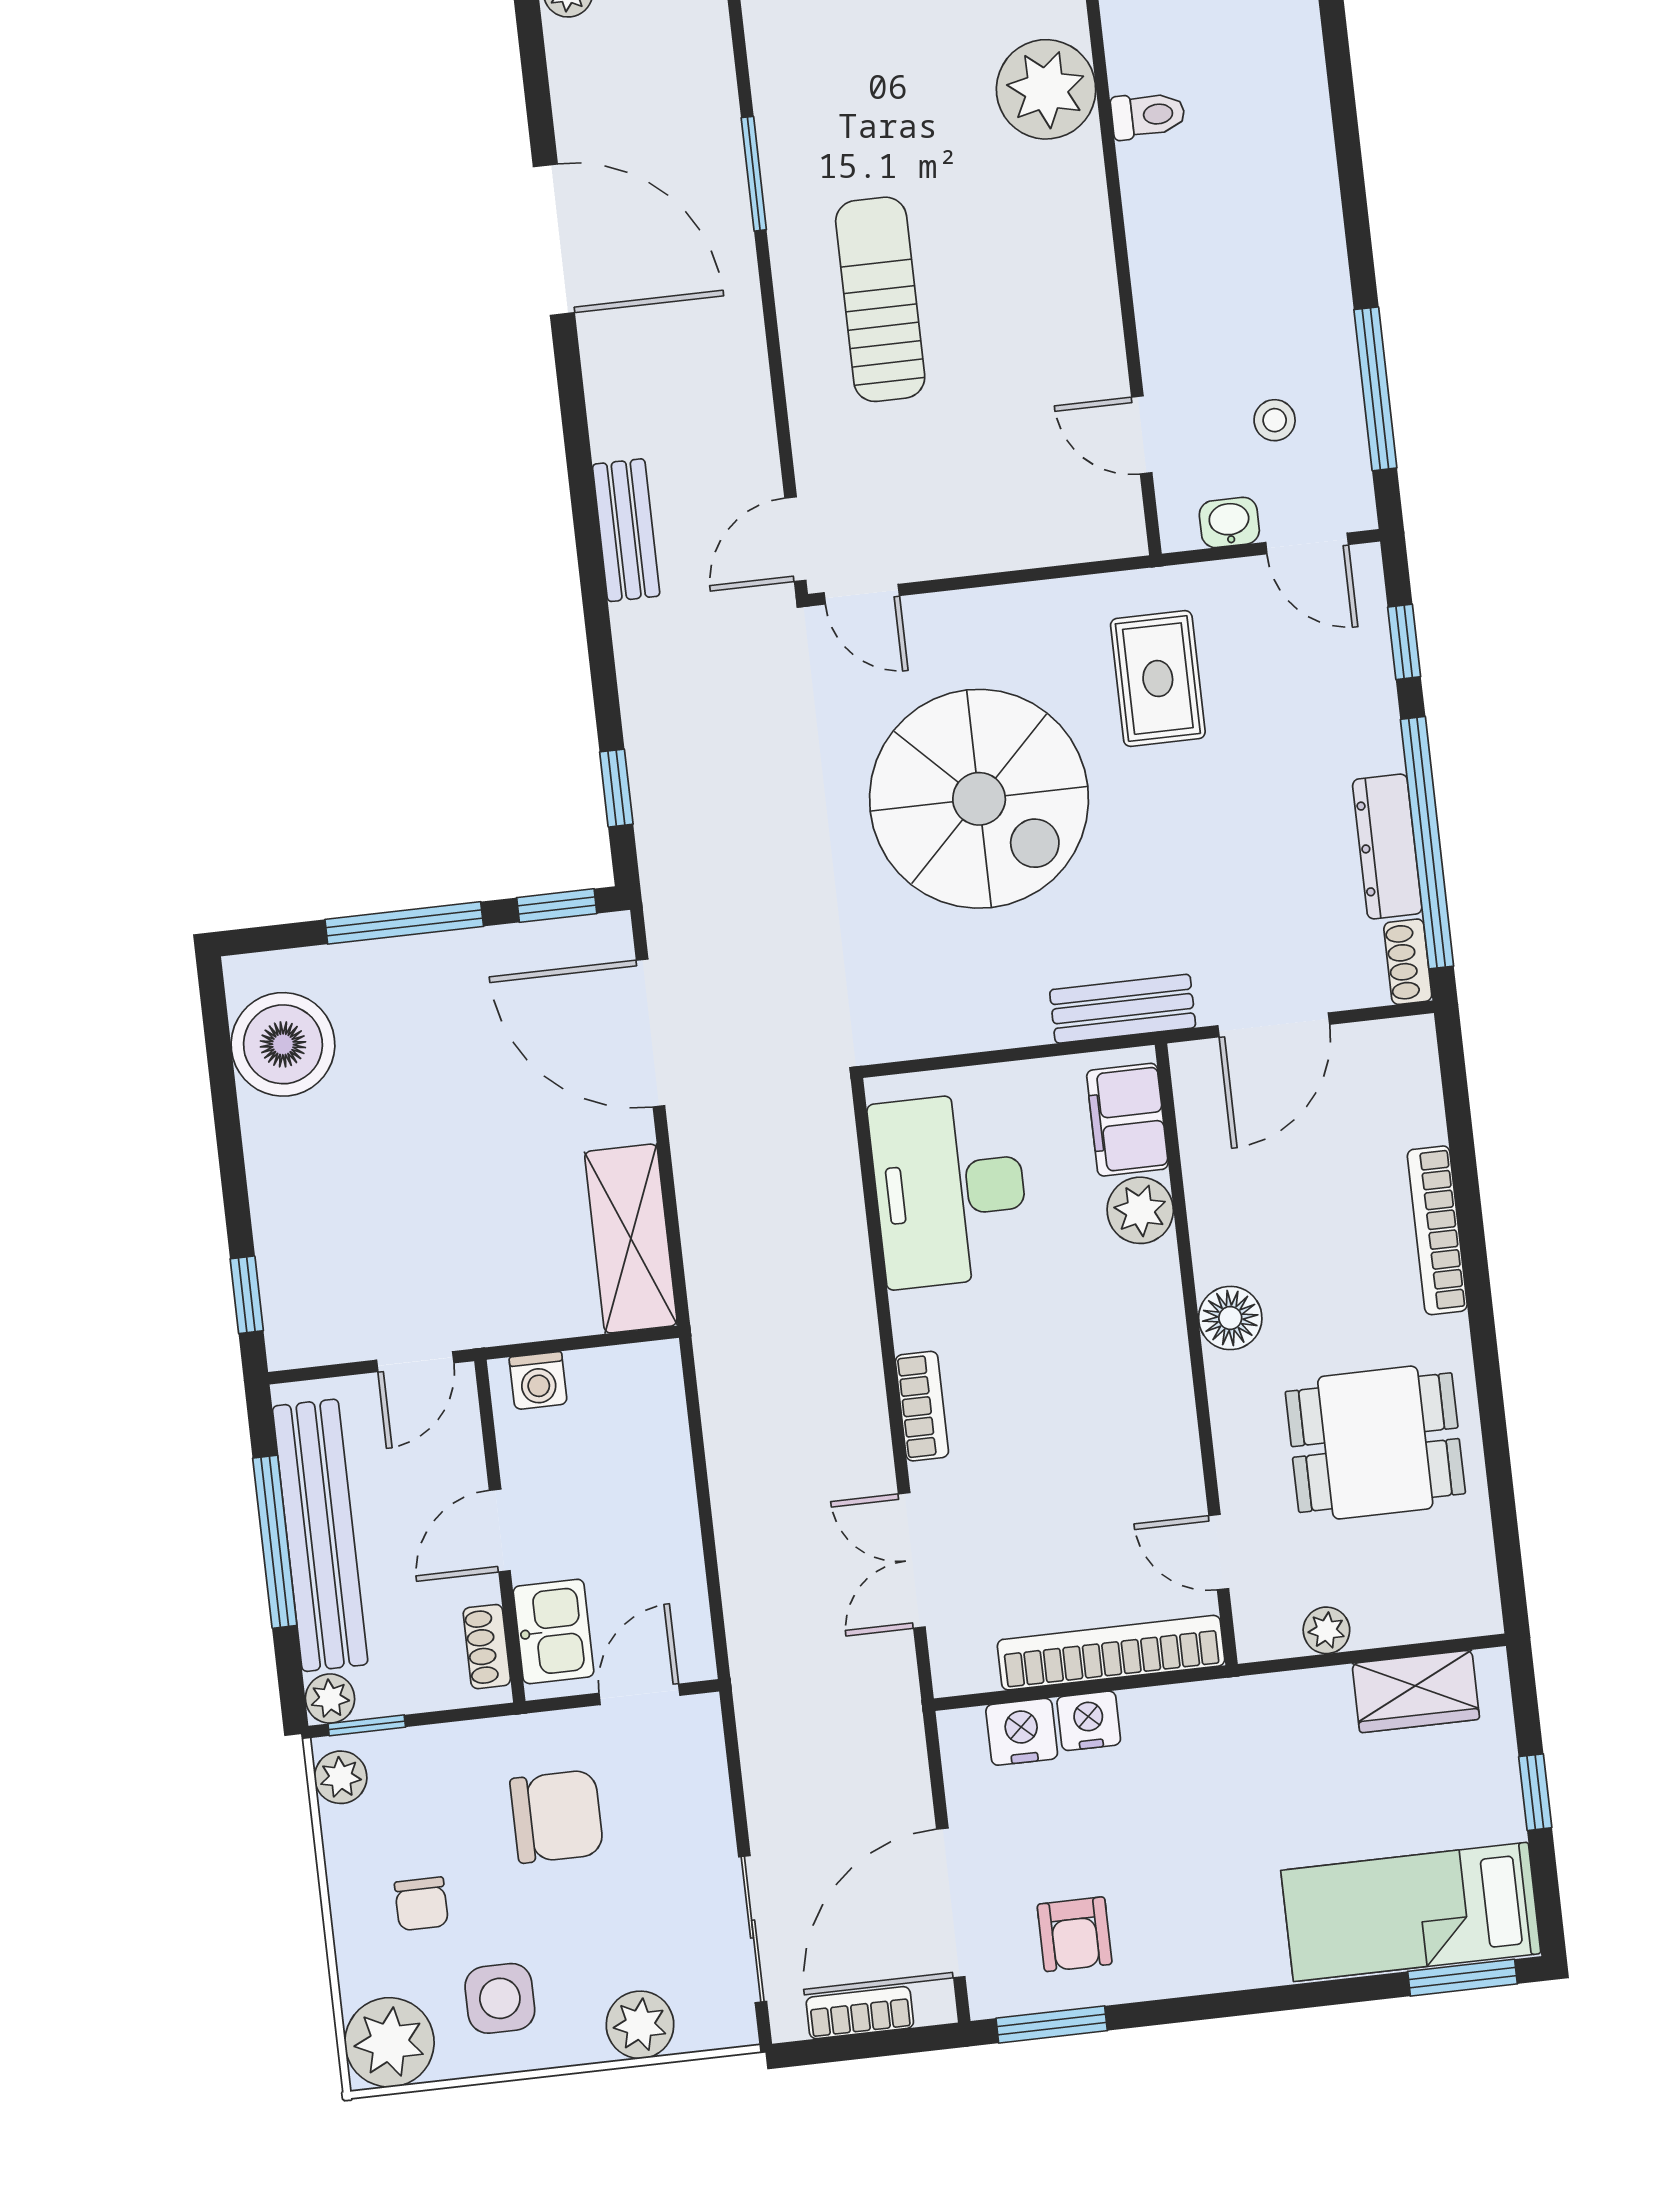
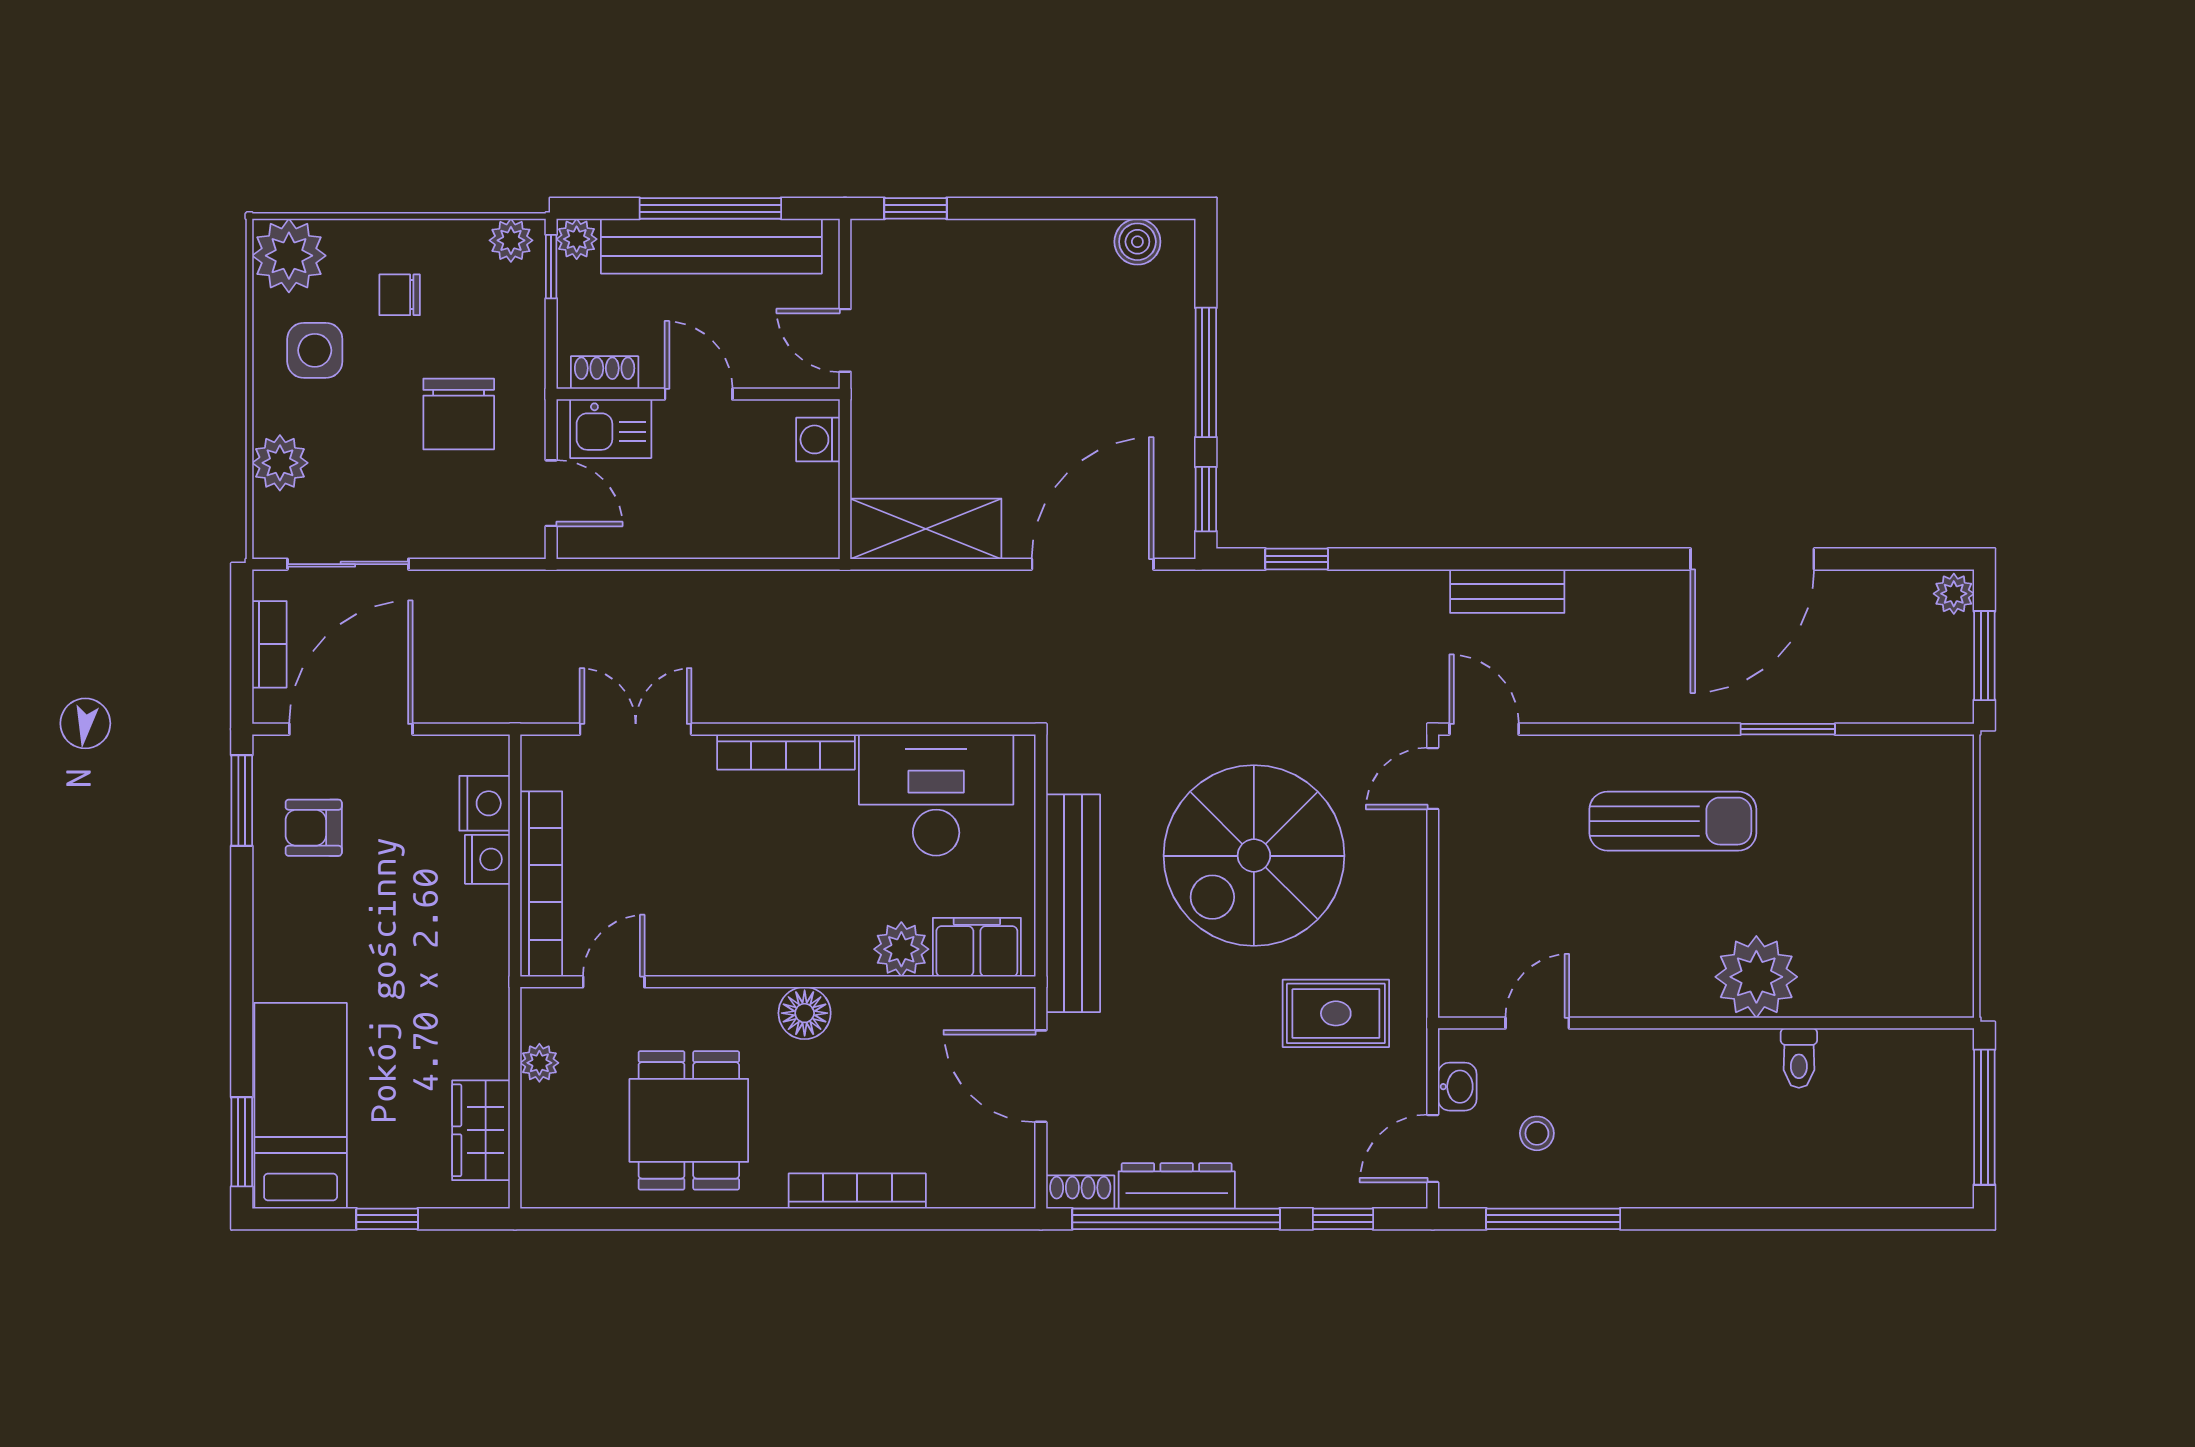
plant: (1046, 89) -> (1756, 977), moved
bench: (1123, 1009) -> (1073, 903), width x1.86, depth x1.21
boiler: (283, 1044) -> (1137, 242), width x0.54, depth x0.54
bookcase: (922, 1406) -> (786, 752), width x1.56
door: (951, 1903) -> (351, 729), hinge flipped

